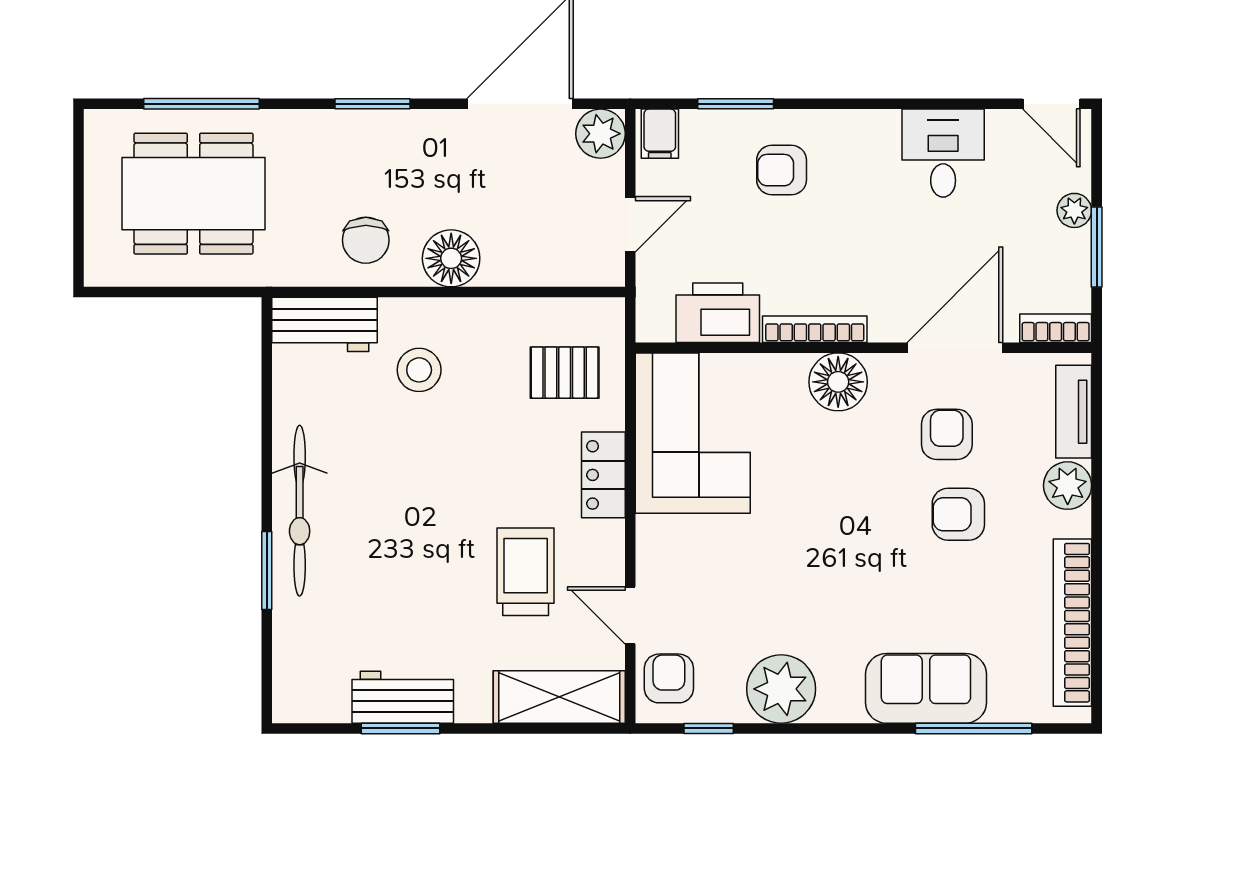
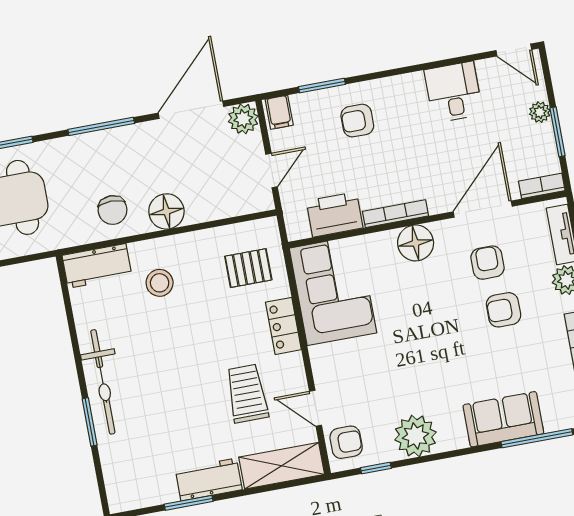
window: (372, 104) -> (101, 126), width x1.44
armchair: (669, 678) -> (346, 442), turned 90
workbench: (403, 697) -> (209, 479), moved

